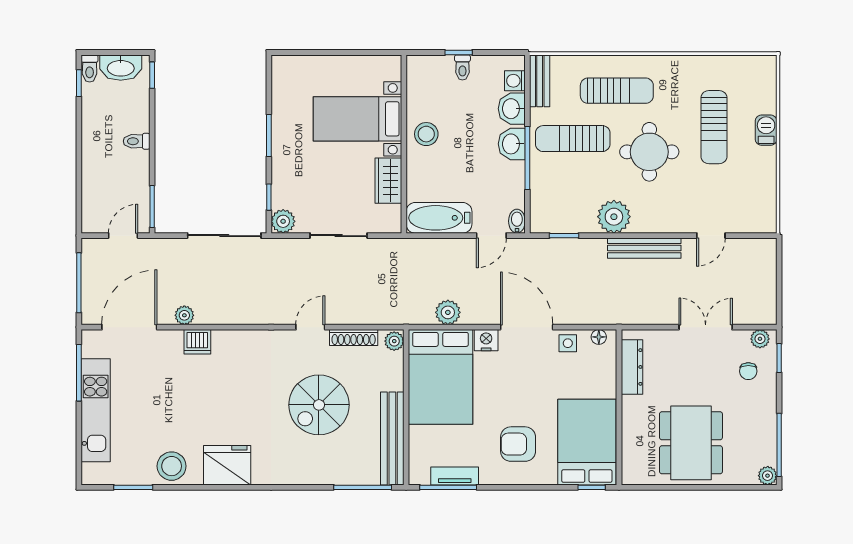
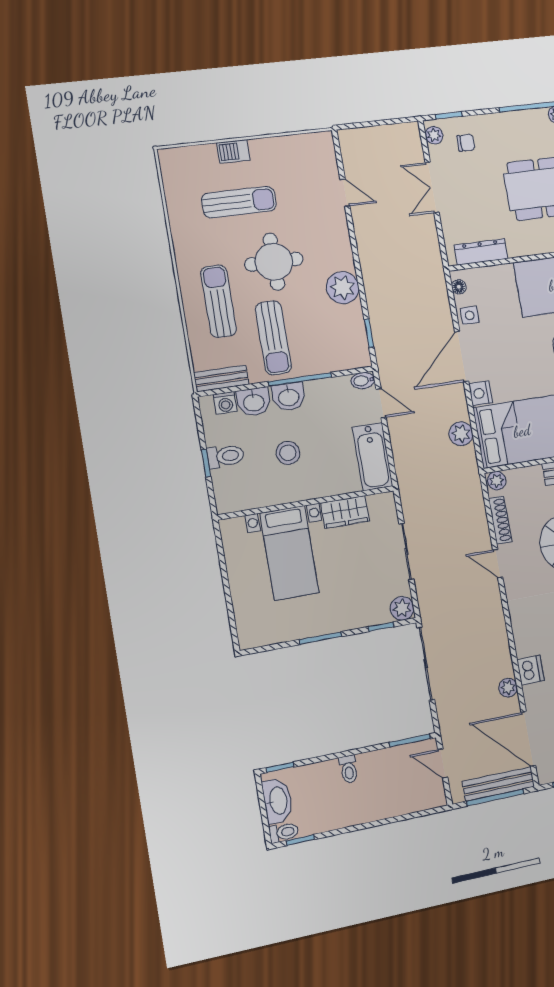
toilet: (462, 67) -> (225, 456), width x1.37, depth x1.39
stool: (426, 134) -> (288, 453), moved
bench: (644, 248) -> (498, 784), moved, turned 90

